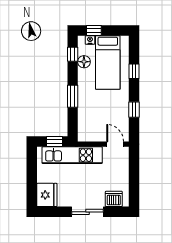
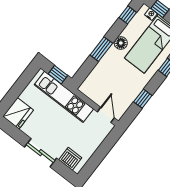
floor lamp: (84, 62) -> (121, 43), moved

